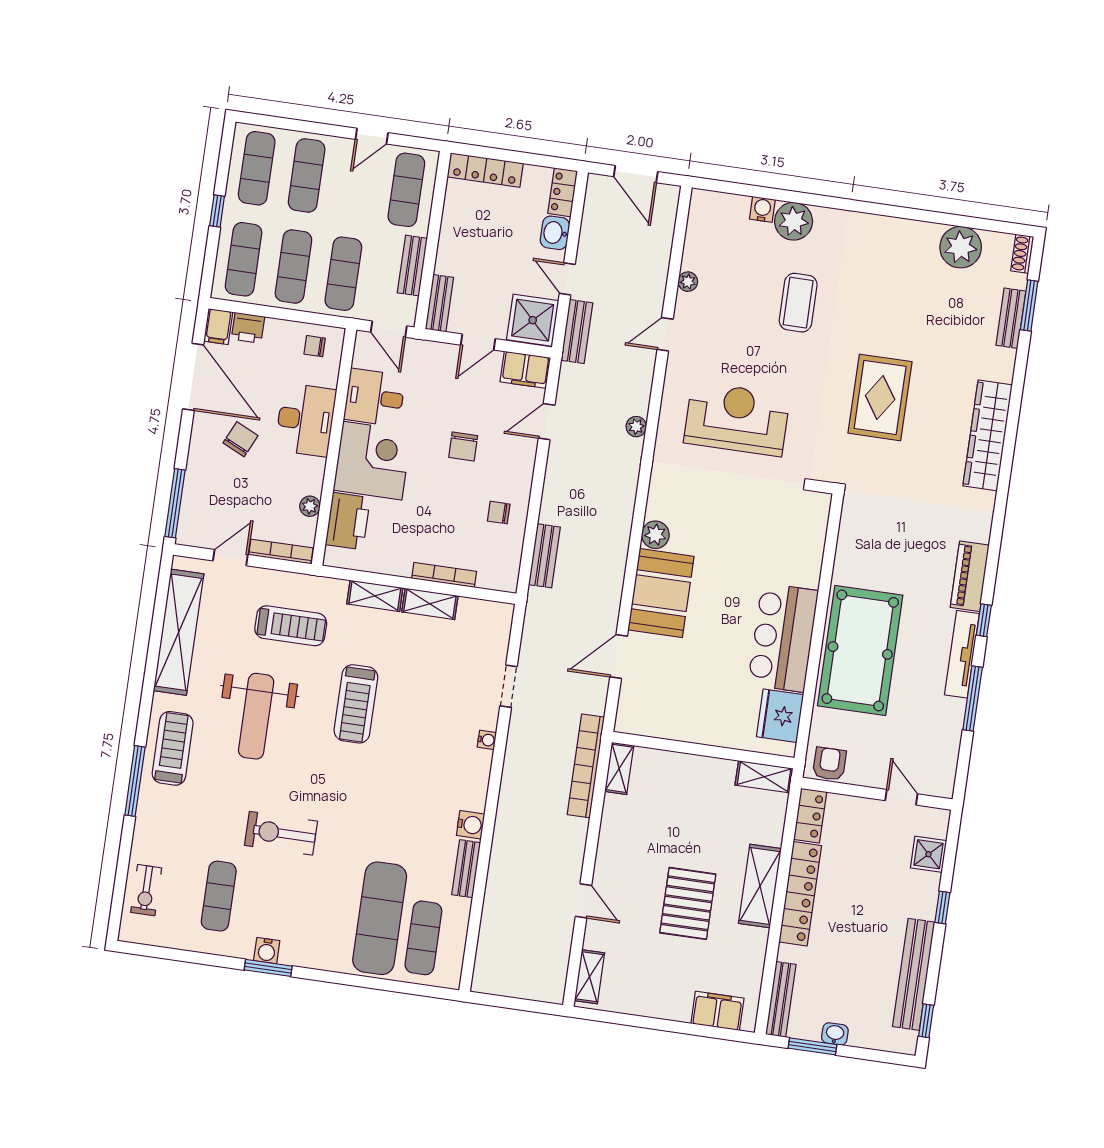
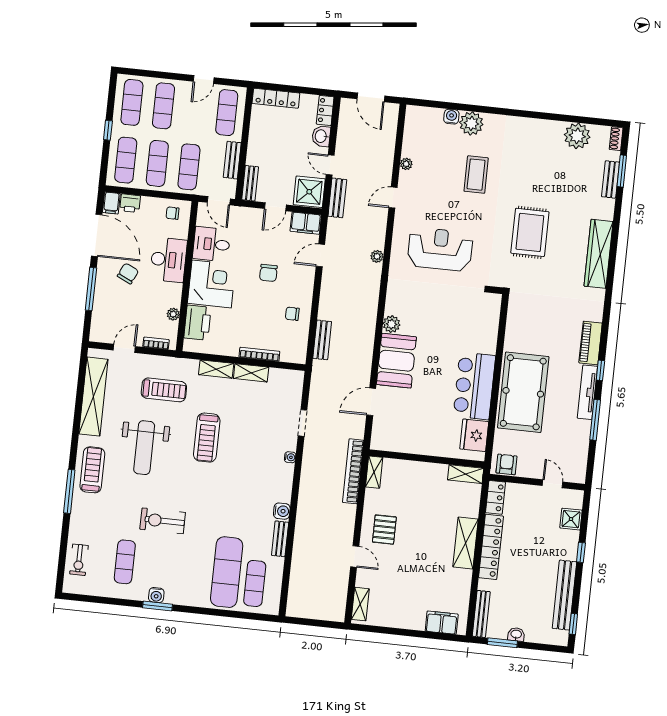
window: (175, 503) -> (91, 289), moved
bookcase: (281, 551) -> (156, 343), width x0.64
pallet: (688, 903) -> (384, 530), moved, width x0.67, depth x0.71

